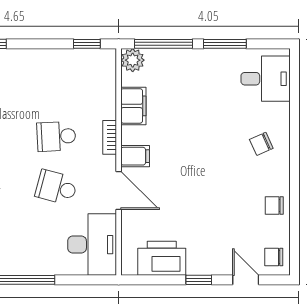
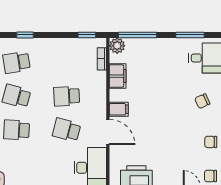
window: (225, 44) -> (190, 35), moved
bookcase: (110, 137) -> (102, 59), moved

